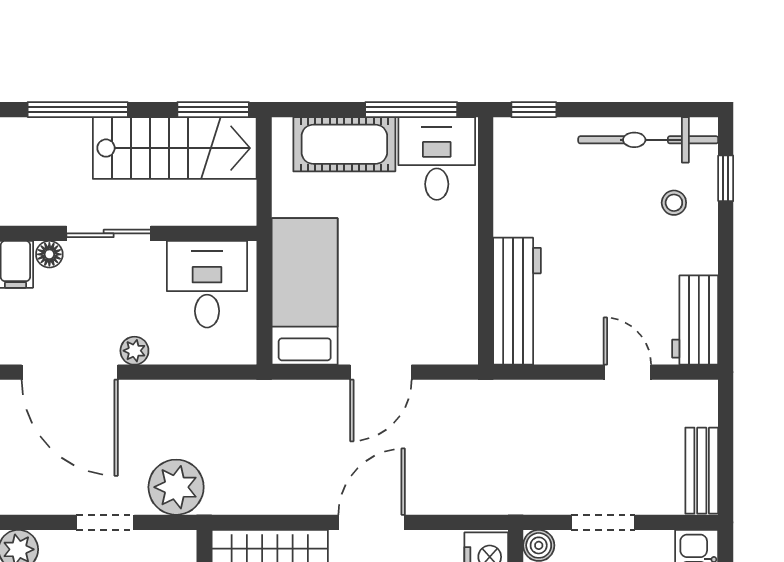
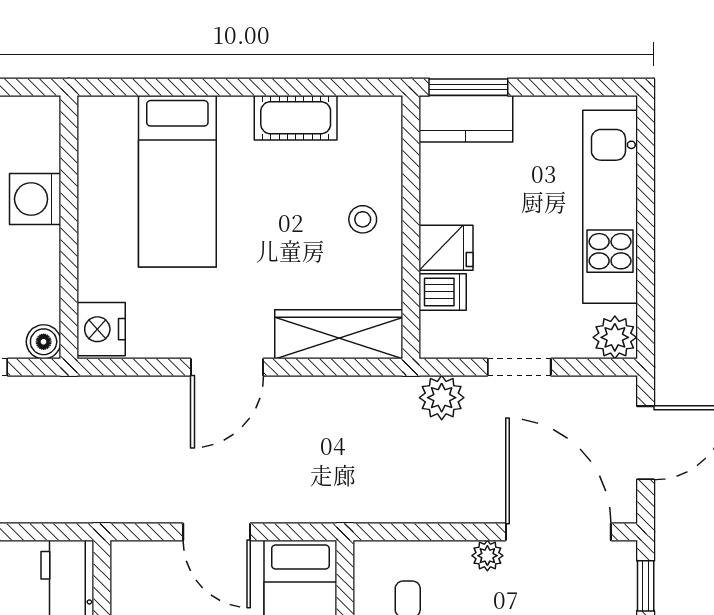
door: (381, 372) -> (217, 532), swing flipped
plant: (176, 487) -> (442, 398), width x0.73, depth x0.73

